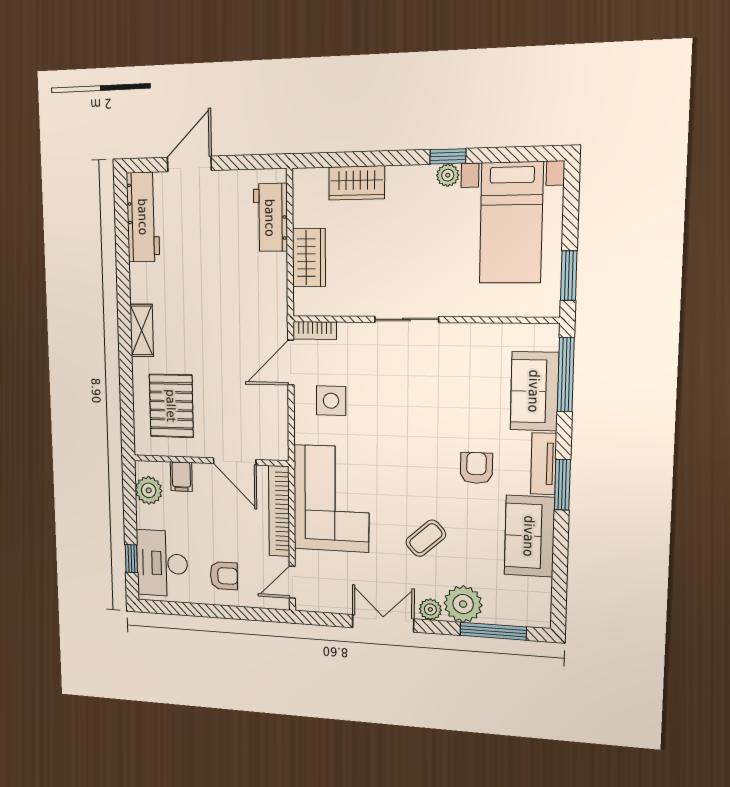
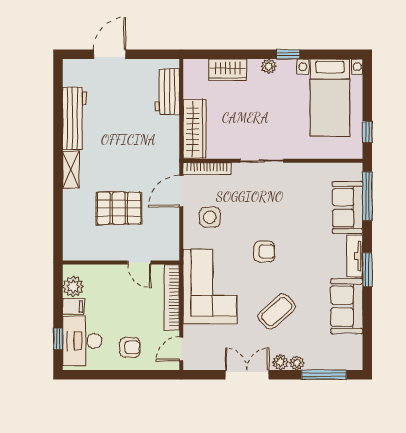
plant: (448, 175) -> (269, 66), moved
workbench: (143, 217) -> (74, 118), moved
wardrobe: (309, 257) -> (194, 129), width x1.50
window: (569, 276) -> (367, 132), width x0.67
bookcase: (315, 331) -> (207, 169), width x1.56
pallet: (171, 406) -> (119, 208), moved, turned 90
door: (235, 462) -> (139, 263), width x0.73
armchair: (476, 468) -> (264, 252), moved, turned 90
filing cabinet: (181, 477) -> (73, 307), moved, turned -90
coffee table: (426, 538) -> (277, 311), width x1.36, depth x1.30
plant: (463, 604) -> (297, 363), width x0.53, depth x0.53

